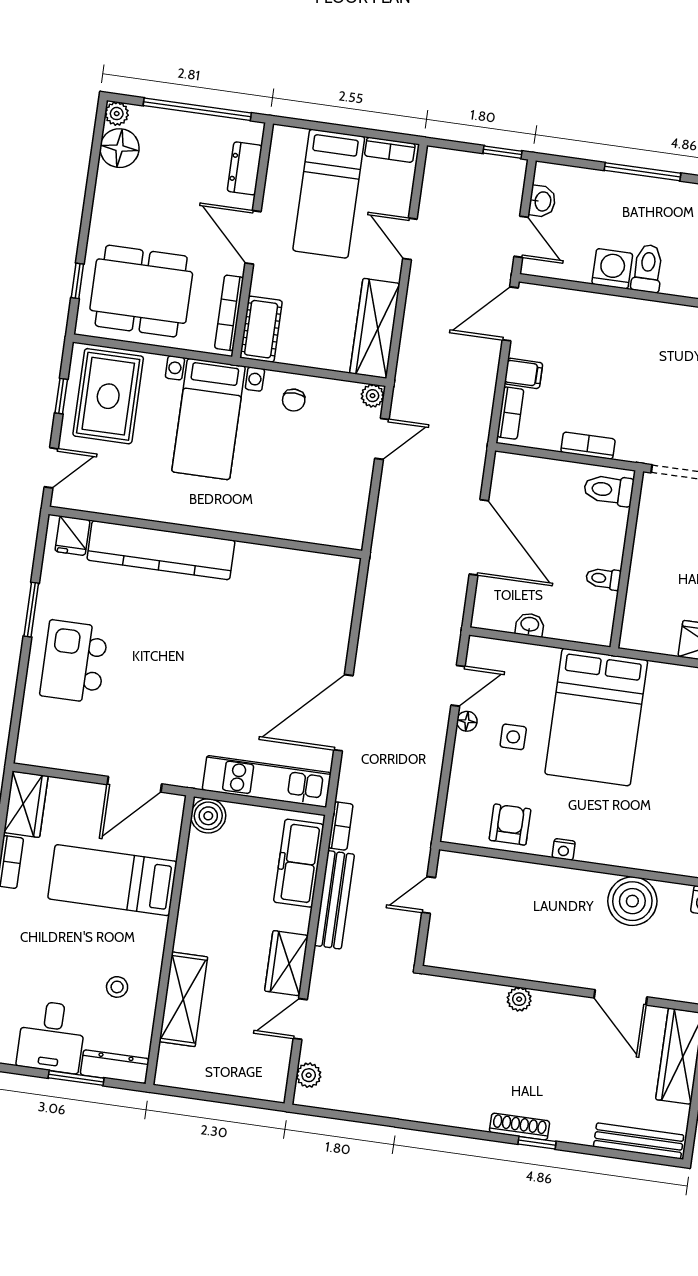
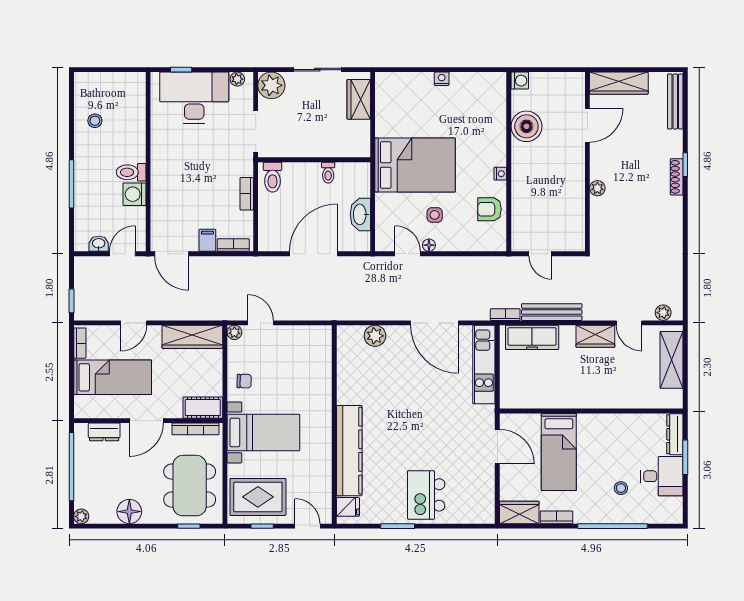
floor lamp: (119, 148) -> (129, 512), moved
window: (502, 152) -> (71, 301), moved
plant: (336, 616) -> (375, 336), added
washbasin: (530, 625) -> (360, 214), width x1.91, depth x1.45
kitchen island: (74, 661) -> (426, 495), turned 90
boiler: (208, 816) -> (510, 398), removed
stool: (117, 987) -> (621, 488), moved
shelving: (183, 999) -> (672, 360), moved, turned 90

